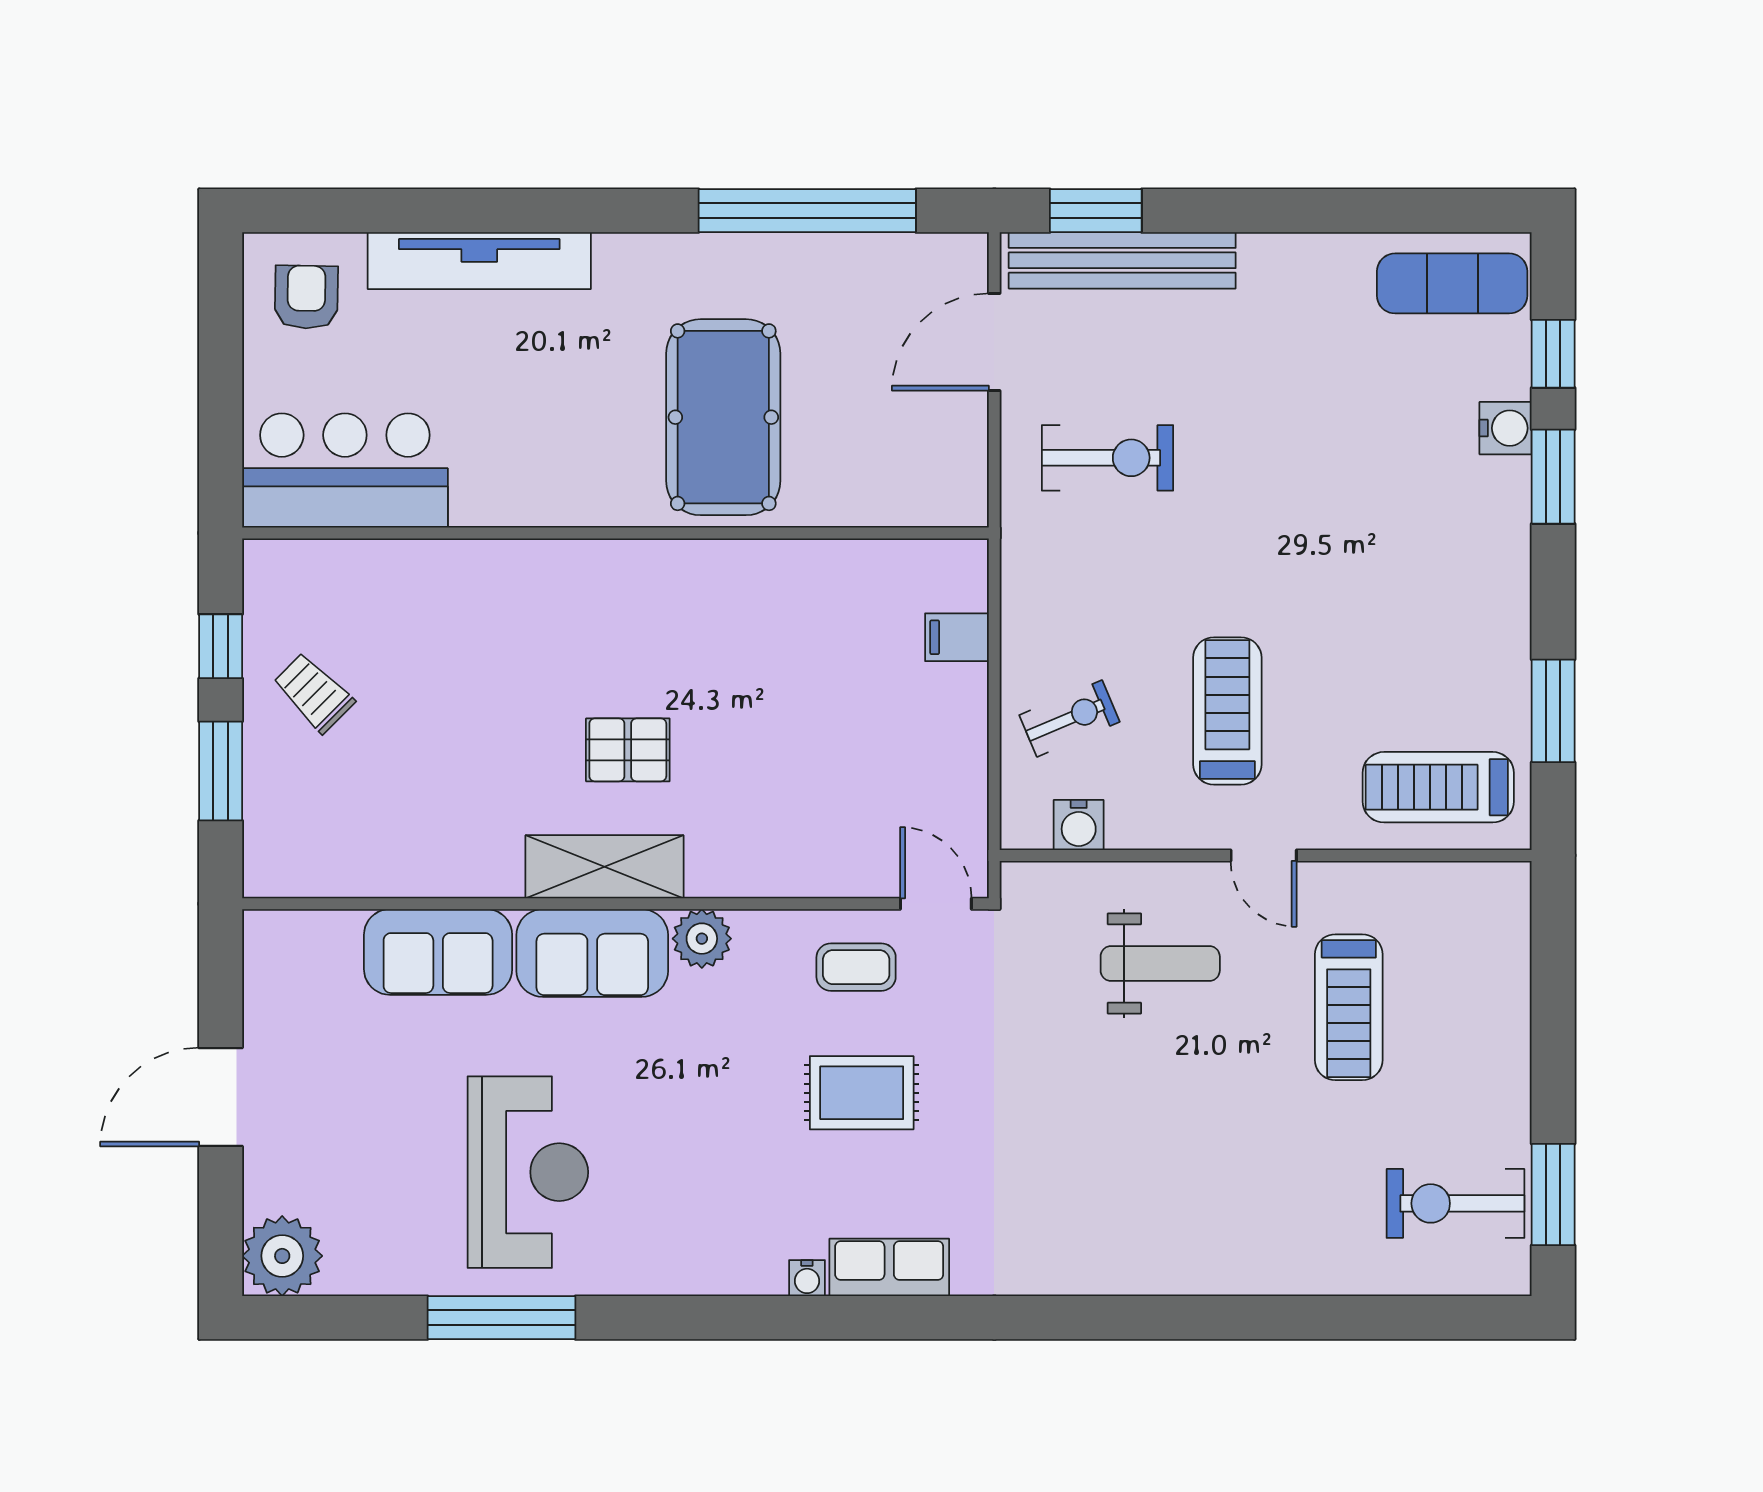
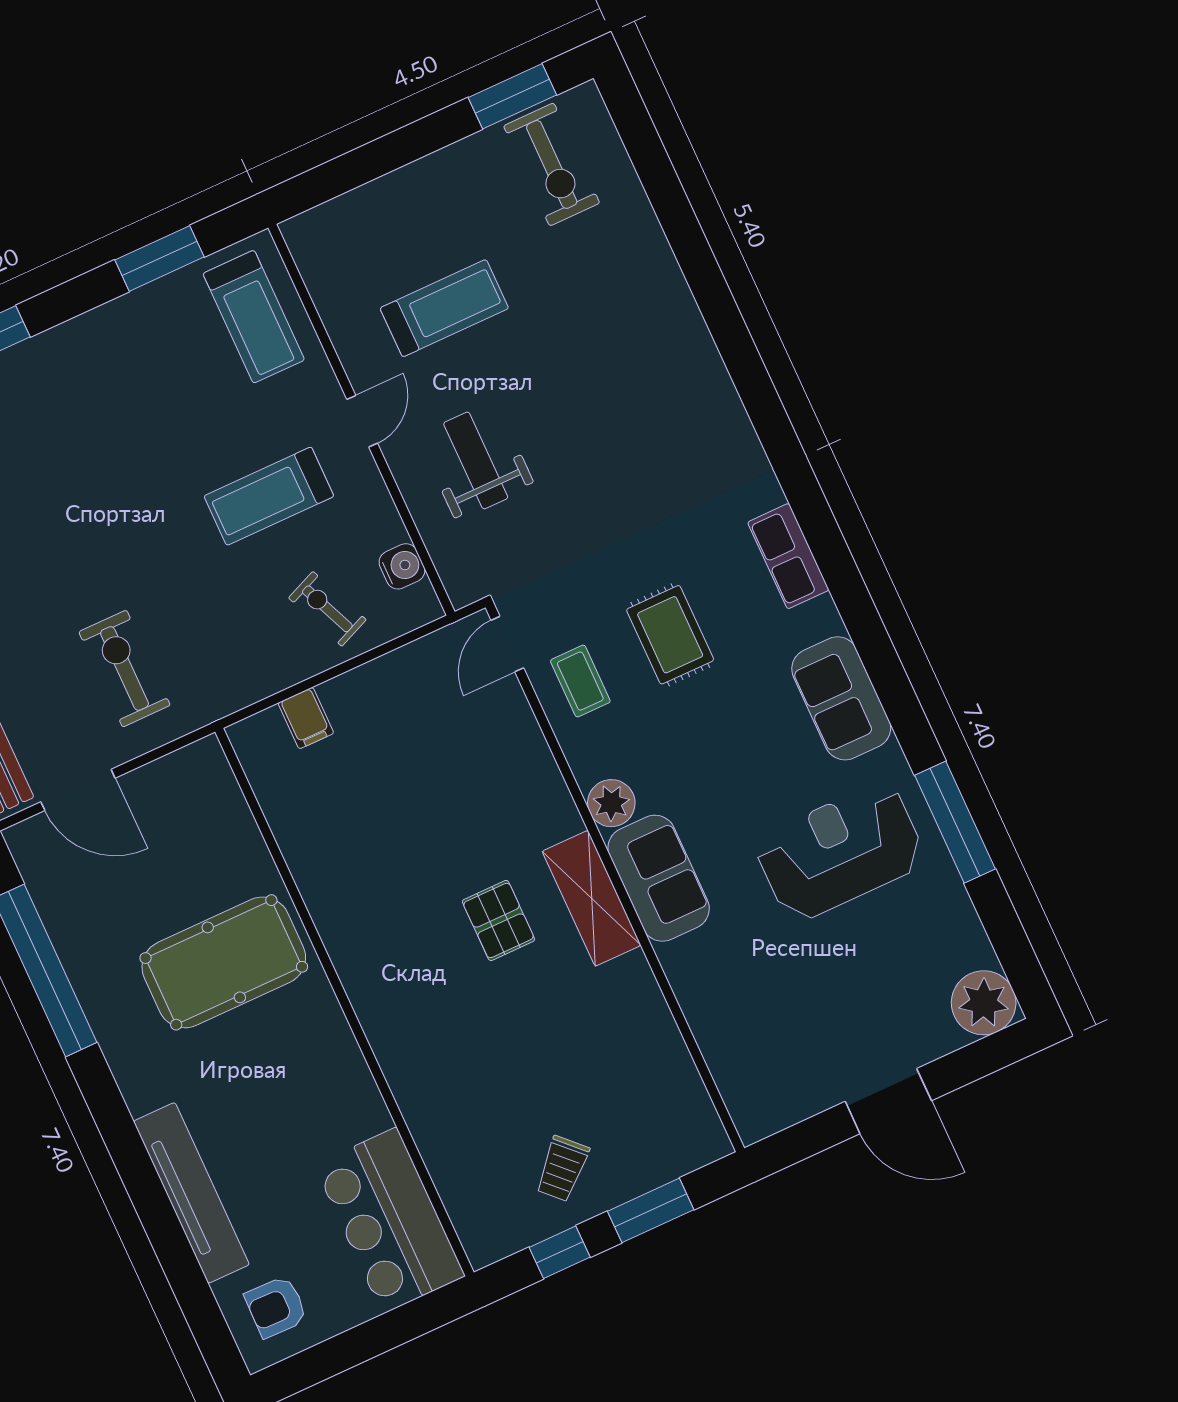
sofa: (438, 952) -> (841, 698), moved, turned 180
water cooler: (807, 1278) -> (824, 613), removed

